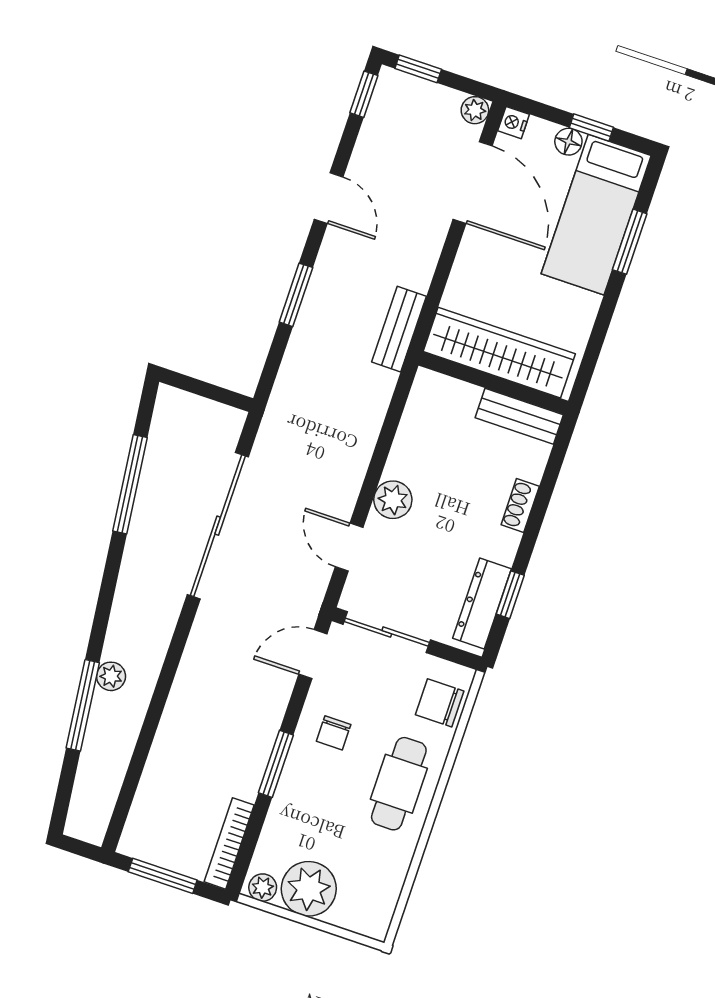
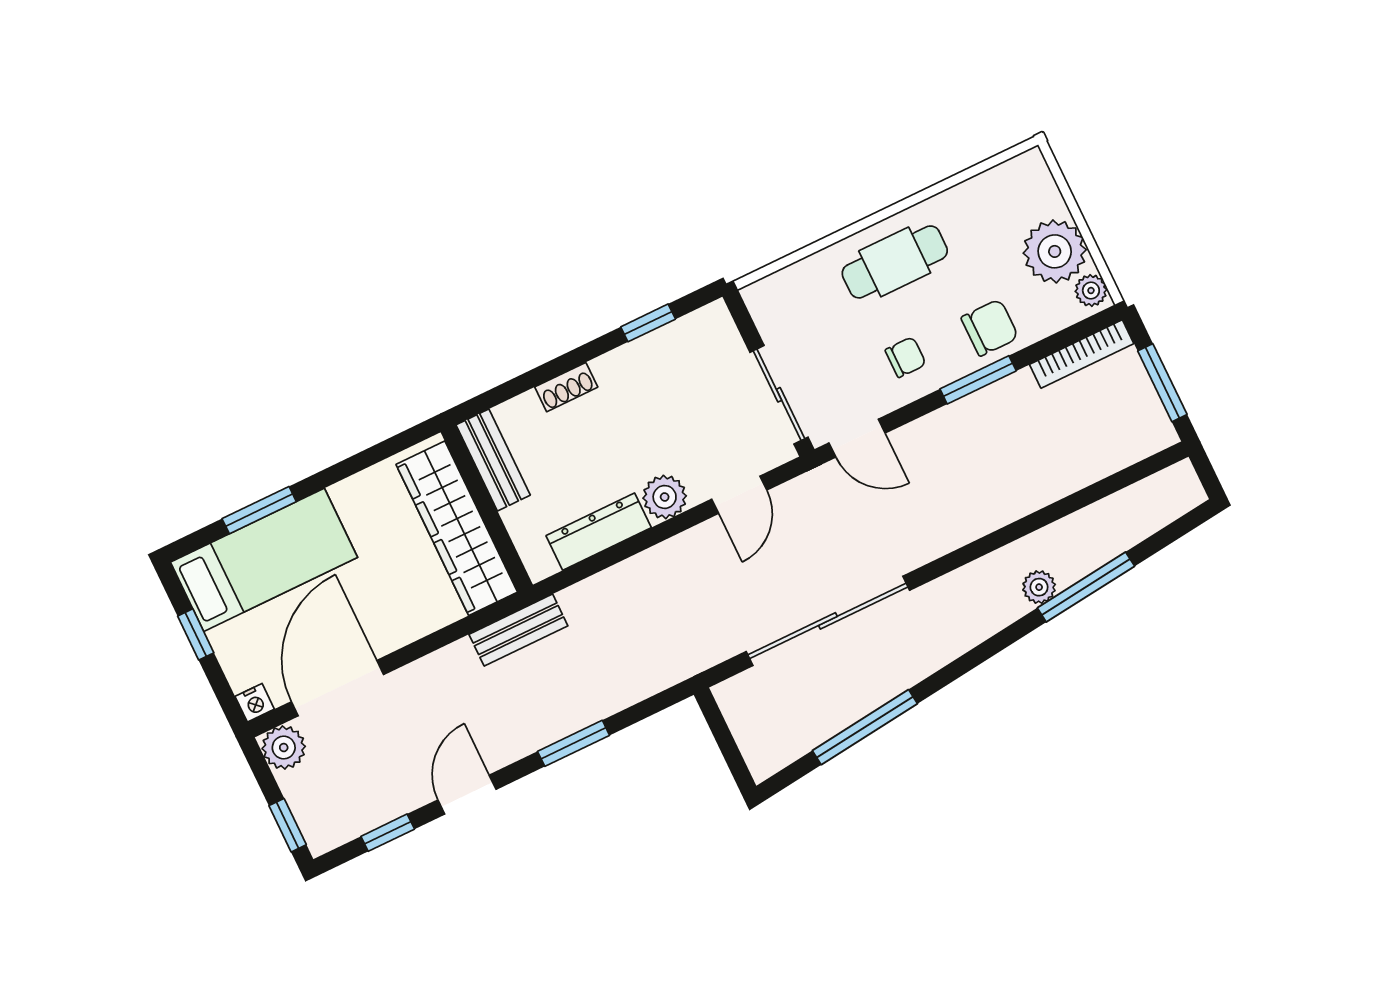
window: (364, 94) -> (388, 833), moved
plant: (475, 110) -> (284, 748), width x1.38, depth x1.38
floor lamp: (568, 142) -> (226, 642), removed
dresser: (482, 603) -> (599, 532), moved, turned 180
chair: (440, 703) -> (990, 328), moved, turned -90

